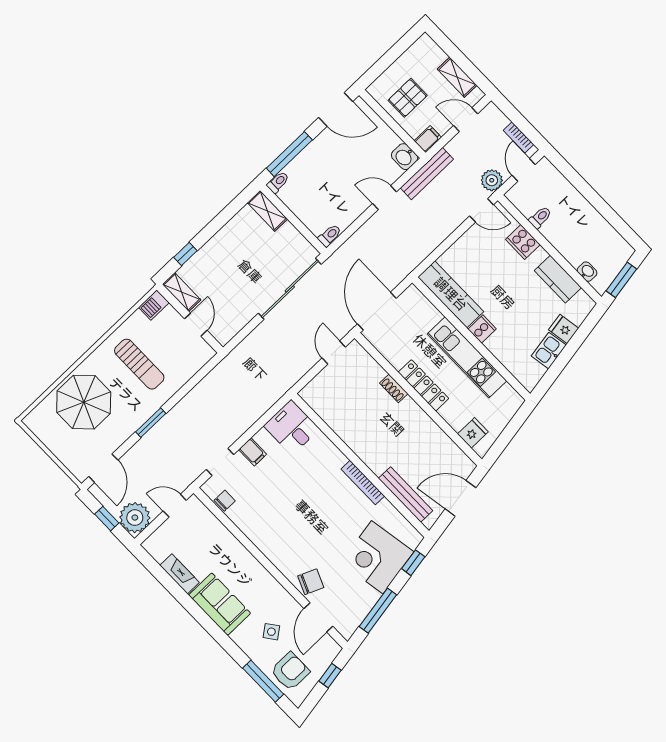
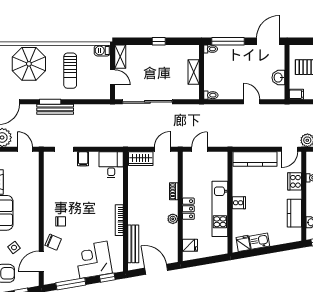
door: (336, 109) -> (268, 41), swing flipped
washbasin: (405, 157) -> (278, 78), moved
bench: (427, 174) -> (55, 109), moved
door: (482, 210) -> (290, 149), hinge flipped
shelving: (267, 211) -> (194, 72), moved
window: (185, 254) -> (159, 41), moved
sliding door: (290, 289) -> (147, 102), moved
kitchen counter: (451, 294) -> (255, 159), moved, turned 90
door: (377, 311) -> (199, 149), width x0.53
door: (196, 325) -> (113, 77), hinge flipped
fridge: (564, 329) -> (243, 243), moved
locker: (423, 385) -> (188, 209), width x0.66
wardrobe: (319, 387) -> (141, 159), added
plant: (423, 421) -> (173, 219), added
chair: (225, 501) -> (61, 221), moved

